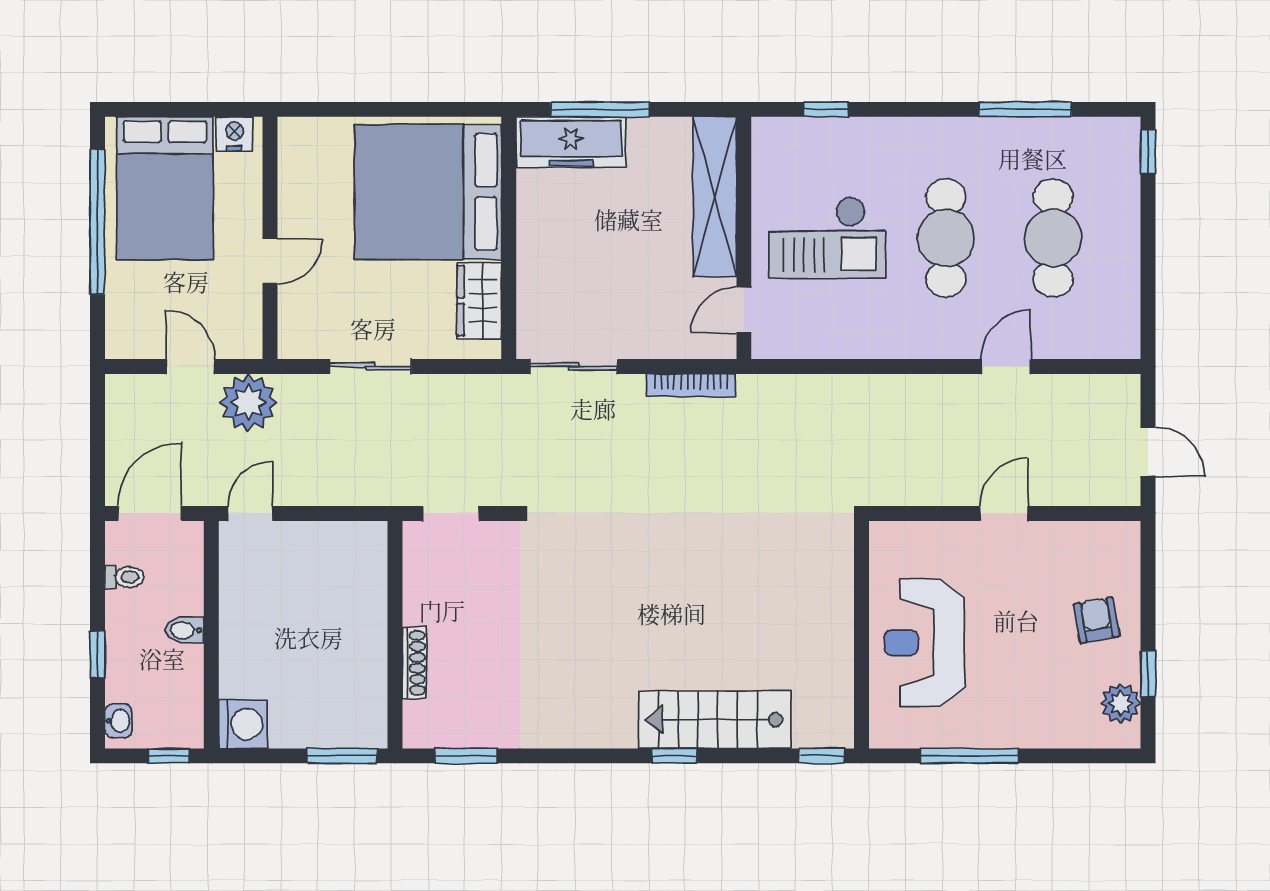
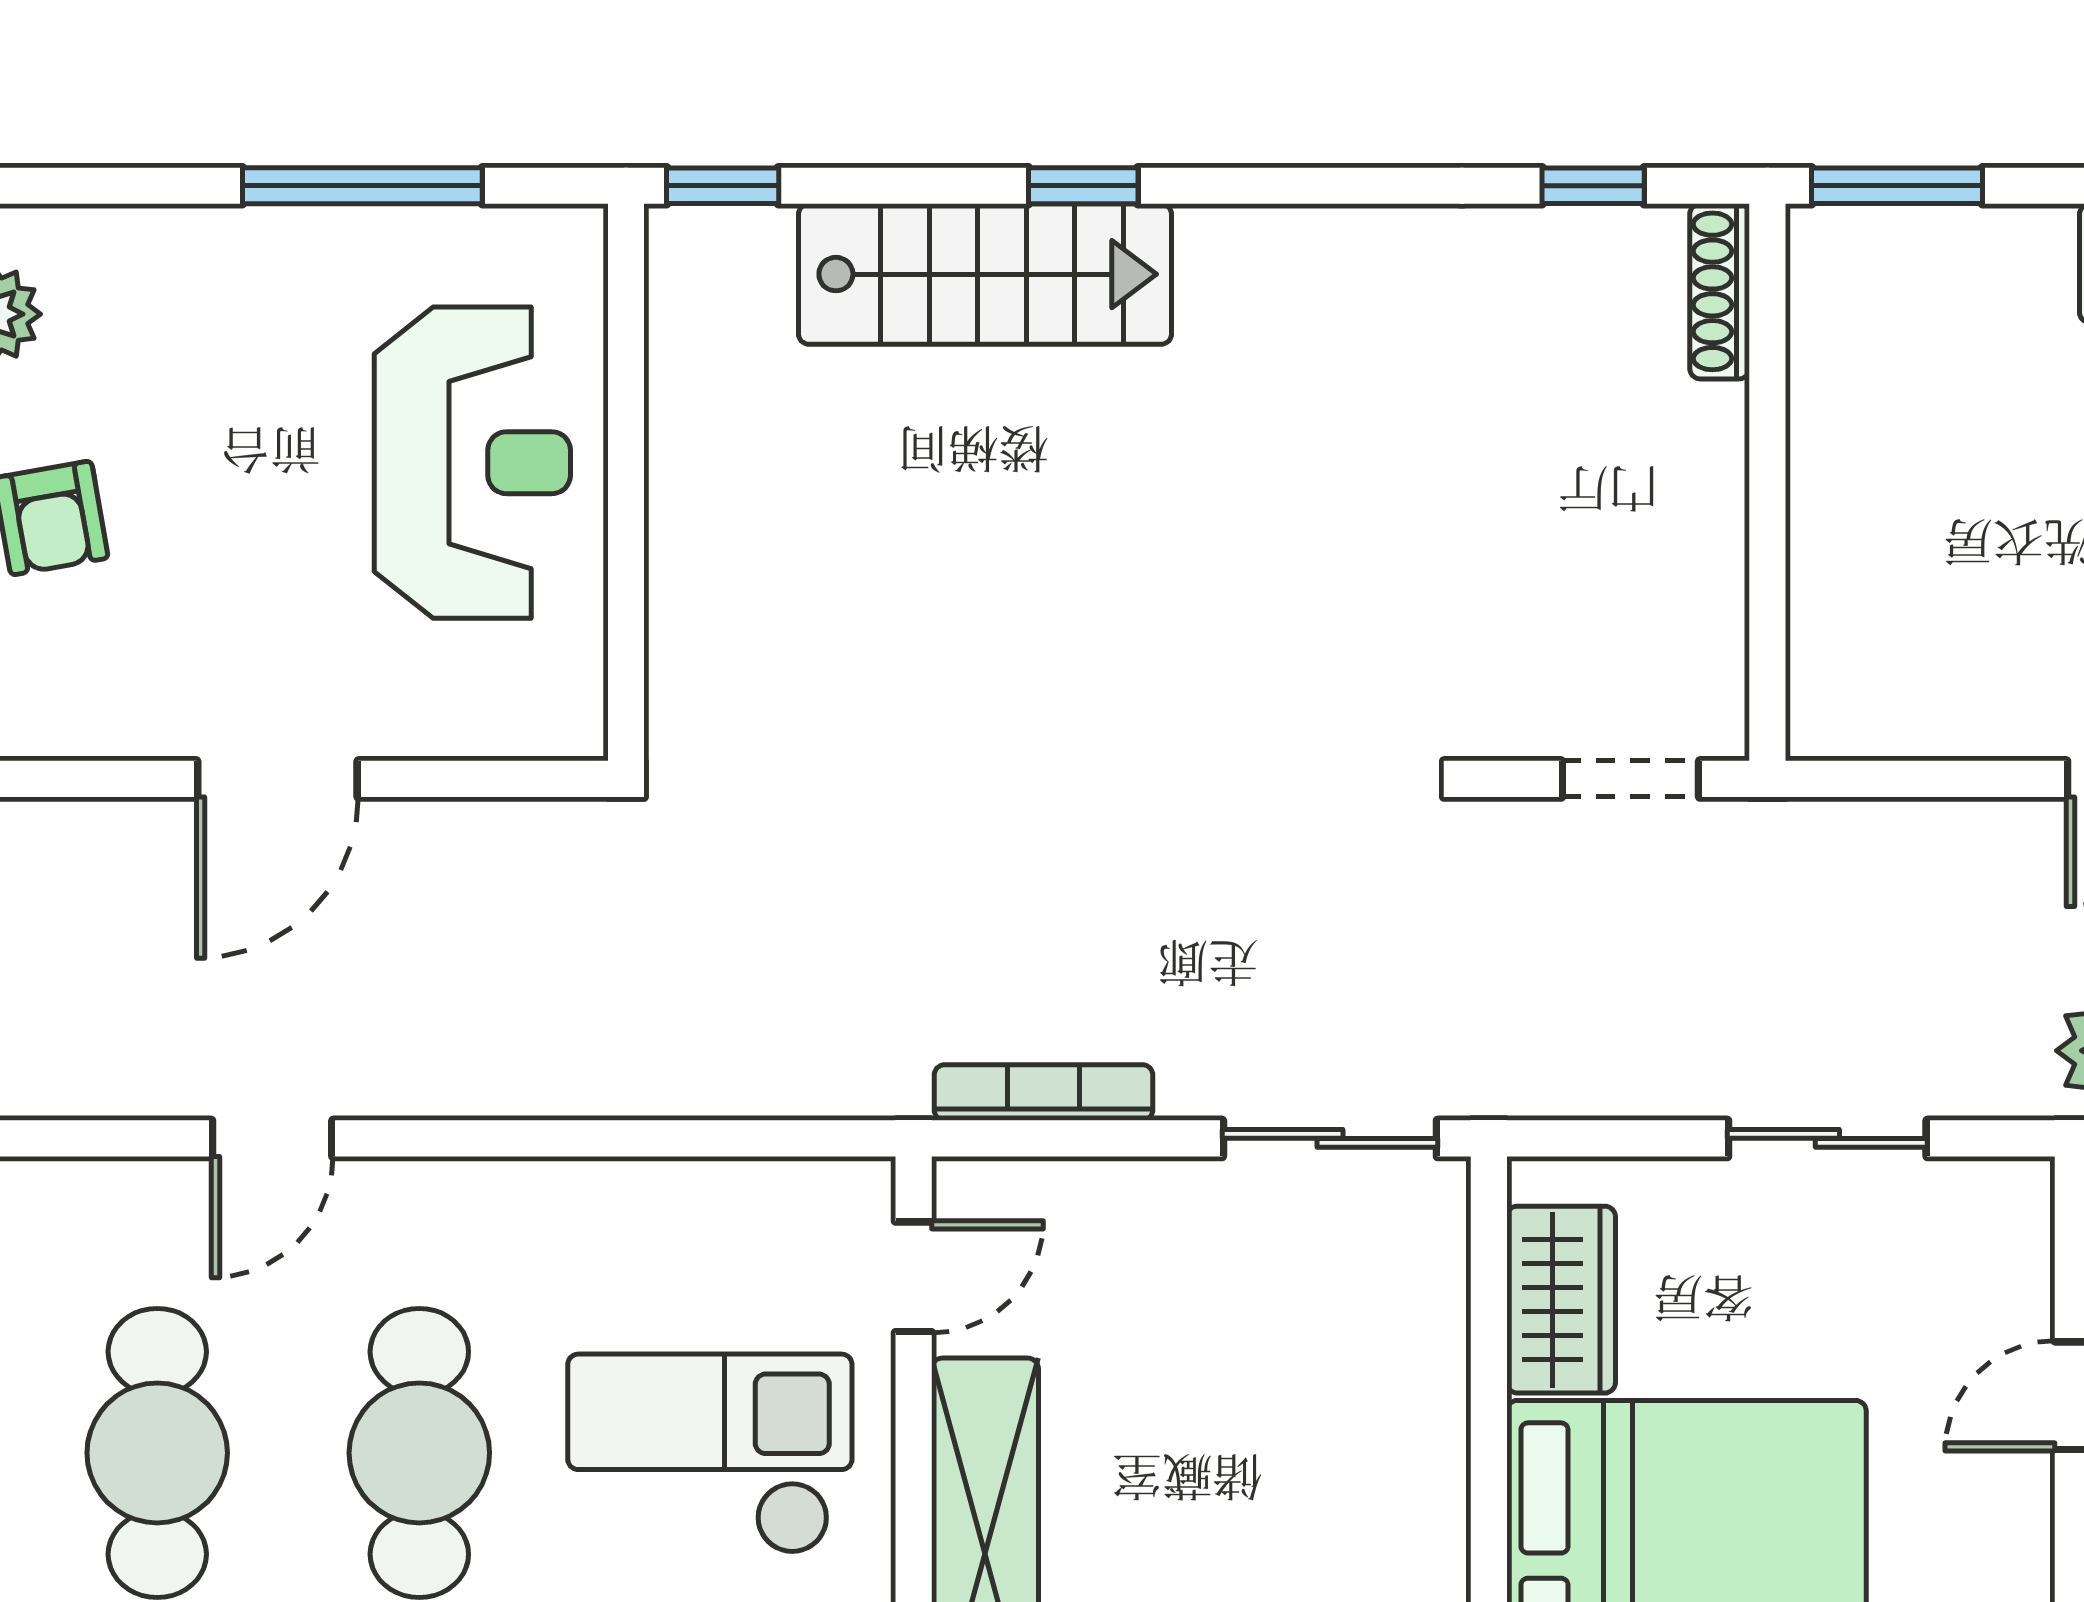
door: (1004, 513) -> (277, 779), width x1.38
shoe rack: (414, 663) -> (1720, 291), moved
window: (466, 756) -> (1593, 186), width x0.67

